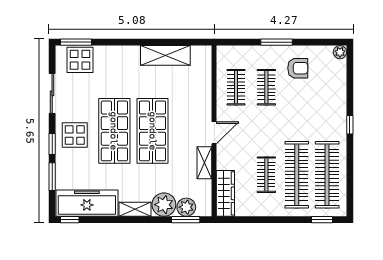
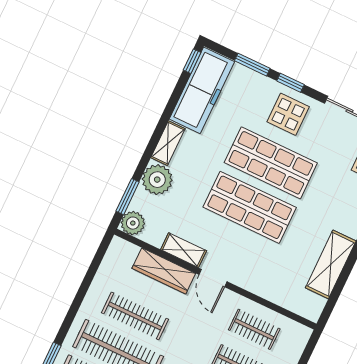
clothes rail: (266, 175) -> (135, 316), width x1.36
wardrobe: (225, 193) -> (164, 271), moved
plant: (186, 207) -> (133, 223), moved

